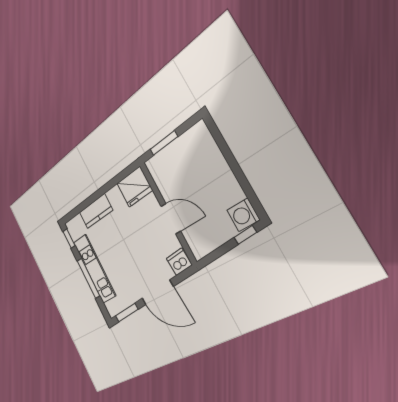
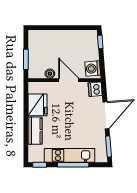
fridge: (135, 187) -> (37, 105), moved
boiler: (165, 188) -> (50, 74), added
washing machine: (243, 215) -> (93, 68), moved, turned 85
door: (171, 219) -> (69, 80), hinge flipped

